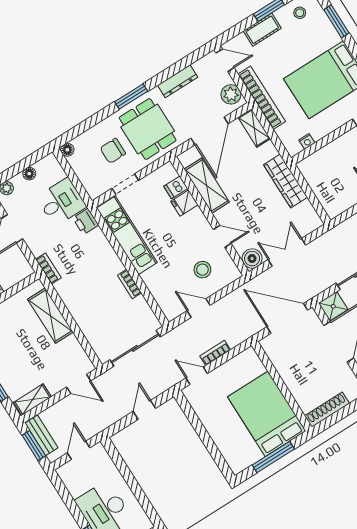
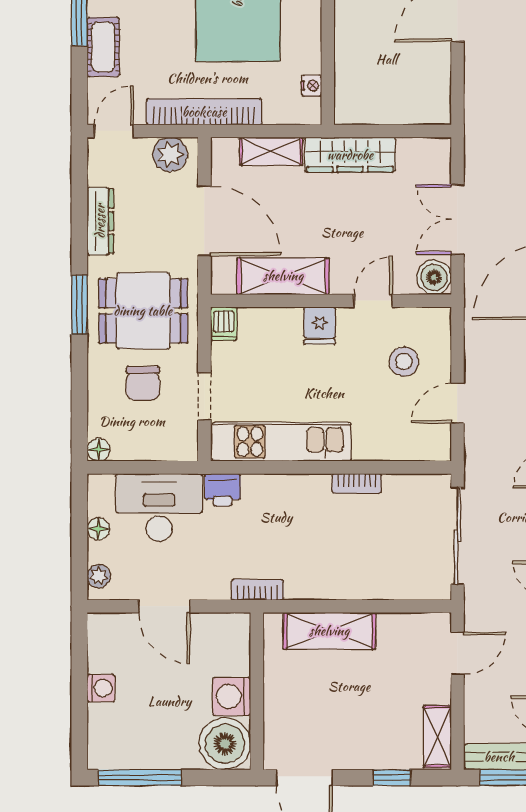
shelving: (254, 128) -> (271, 151), moved
dishwasher: (176, 187) -> (224, 324), moved
desk: (61, 202) -> (159, 508), width x1.37
fridge: (184, 203) -> (320, 326), moved

